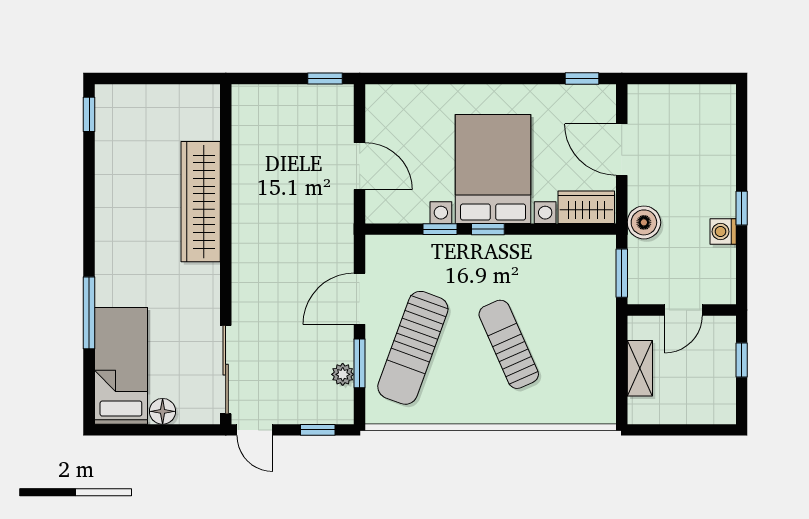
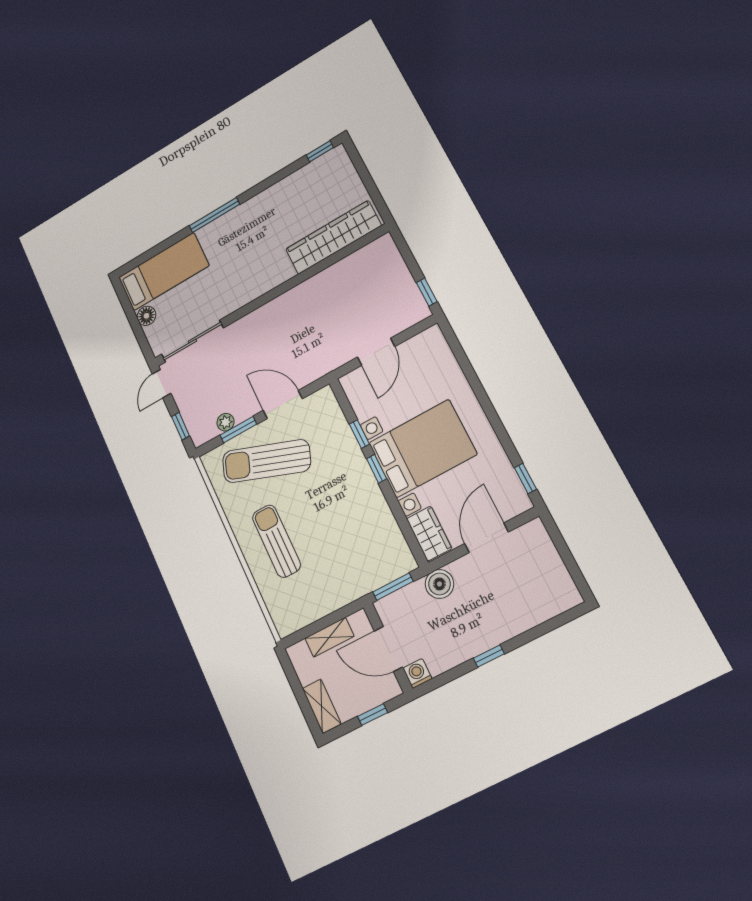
wardrobe: (201, 202) -> (333, 237), moved
washing machine: (723, 232) -> (417, 673), moved
door: (683, 310) -> (388, 649), width x1.38
window: (89, 313) -> (214, 215), moved
sun lounger: (509, 344) -> (276, 541), moved, turned -66
shelving: (707, 412) -> (322, 706), added

